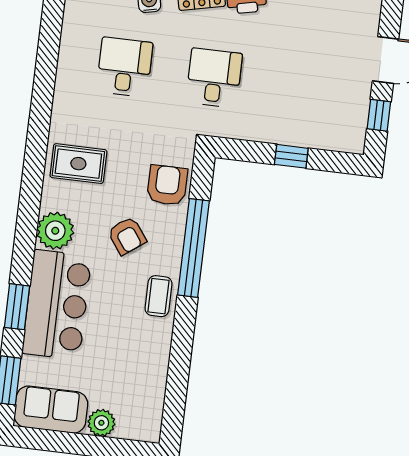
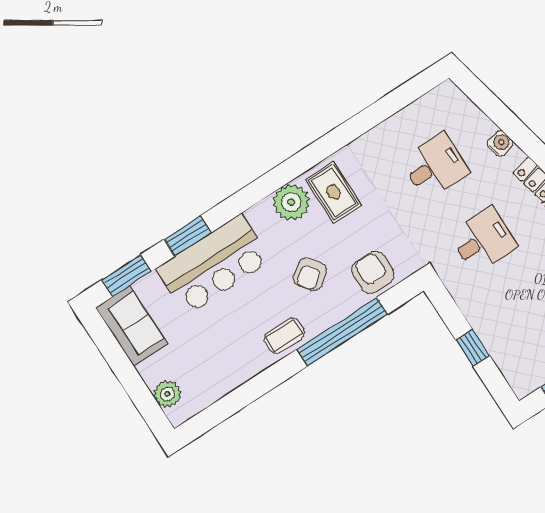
armchair: (167, 185) -> (373, 272), turned -90
plant: (55, 231) -> (291, 202), moved
plant: (101, 423) -> (167, 394), moved

